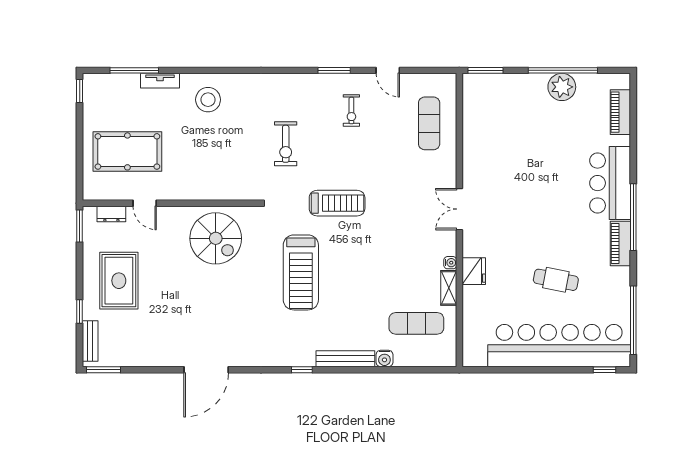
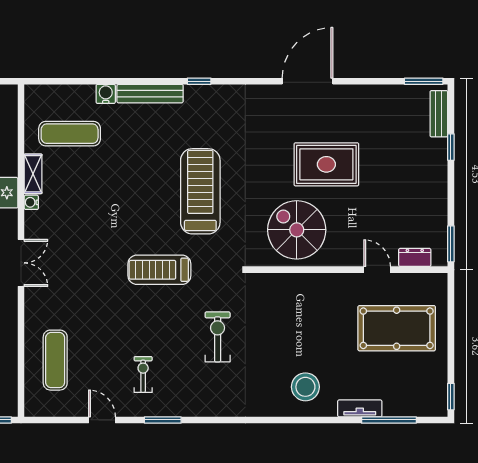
rug: (119, 281) -> (326, 164), moved, turned 90

